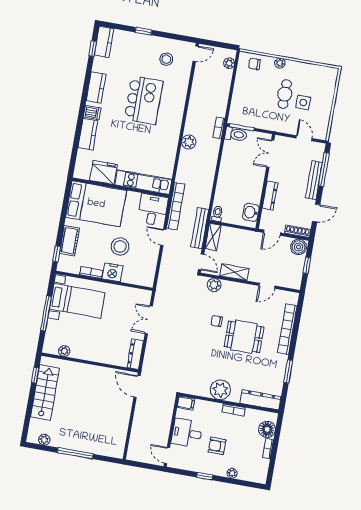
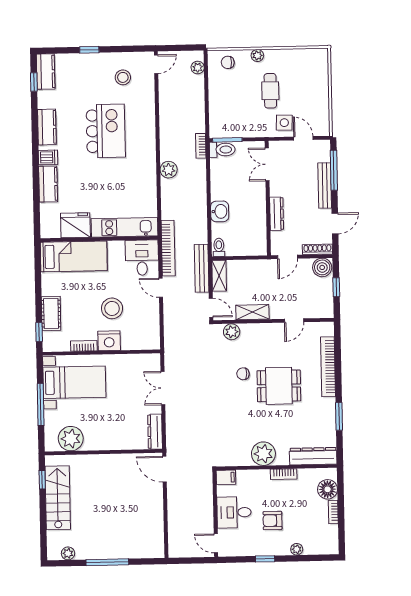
side table: (303, 102) -> (284, 123), moved
bed: (96, 204) -> (74, 256), width x0.67
washbasin: (251, 212) -> (220, 211), moved, turned 180
plant: (64, 351) -> (71, 439), width x1.88, depth x1.88

